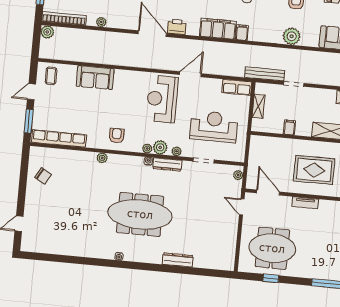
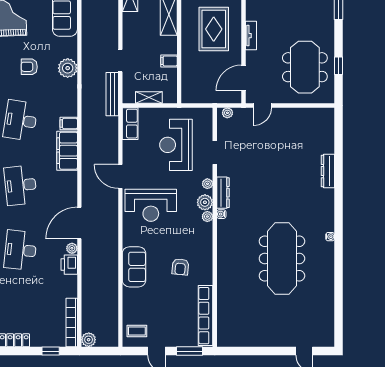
plant: (101, 22) -> (72, 248), moved
printer: (177, 27) -> (69, 265), moved
sofa: (95, 78) -> (134, 267), moved
armchair: (117, 136) -> (180, 267), moved, turned -85
plant: (102, 158) -> (223, 266), removed
chair: (43, 176) -> (249, 329), removed
meeting table: (140, 214) -> (282, 258), moved

